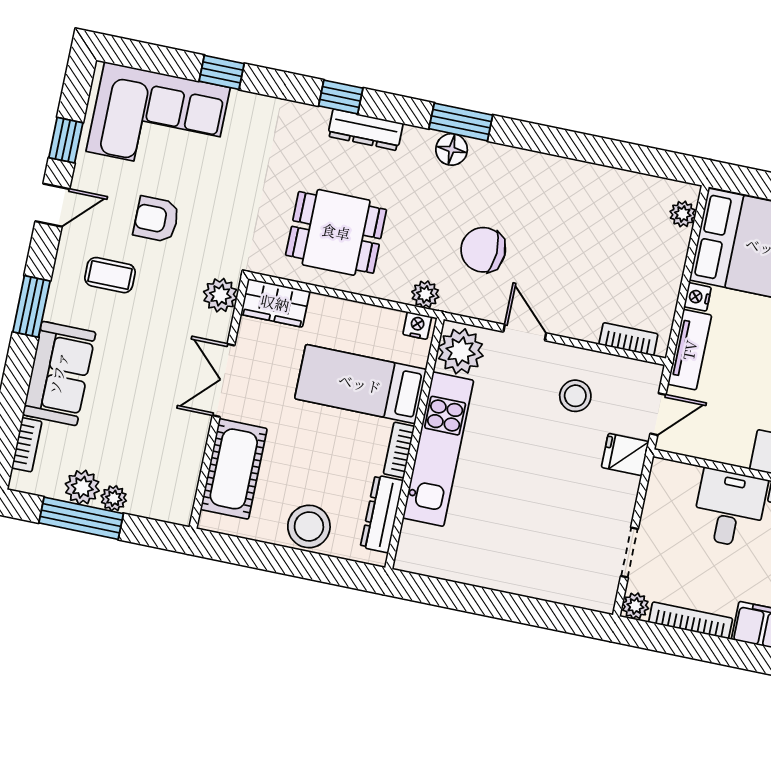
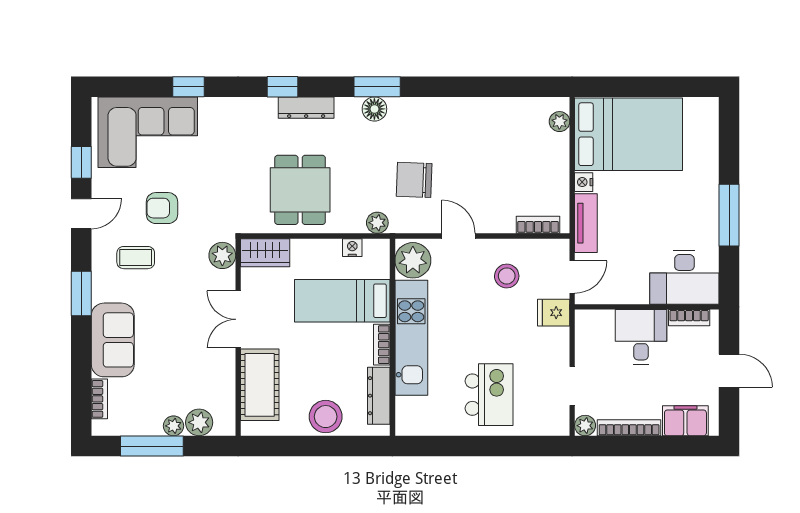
dining table: (336, 232) -> (300, 190), turned 90
nightstand: (417, 326) -> (352, 248), moved
plant: (82, 487) -> (199, 422), moved
kitchen island: (522, 542) -> (489, 395), added

